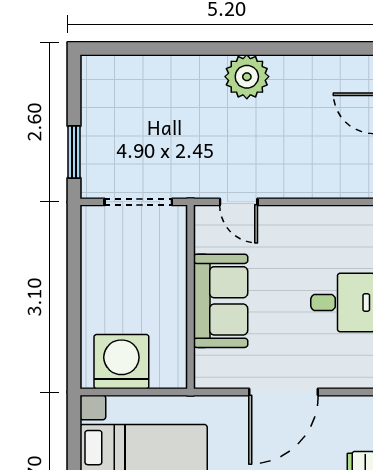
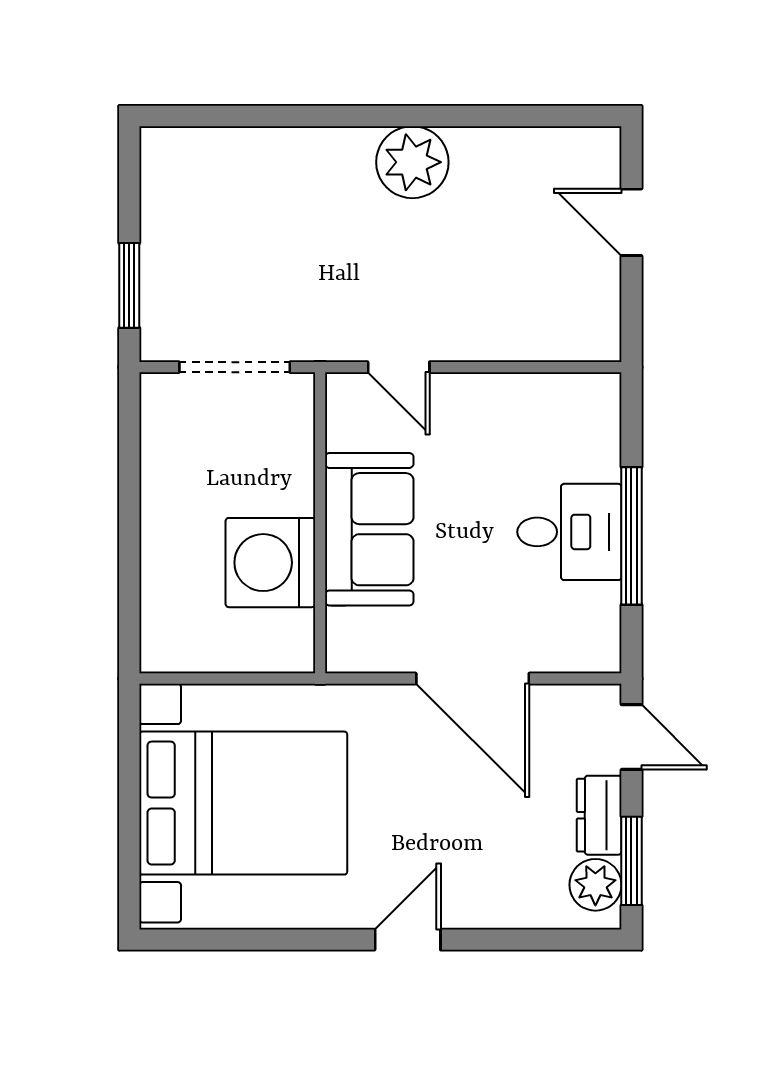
washing machine: (121, 362) -> (270, 563), moved, turned -90
door: (284, 392) -> (473, 679), hinge flipped

